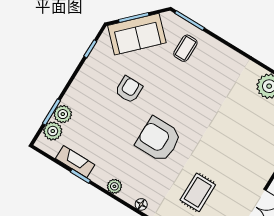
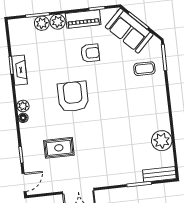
piano: (90, 70) -> (83, 19), added
plant: (53, 131) -> (58, 22), moved
fireplace: (75, 162) -> (19, 70), moved
plant: (114, 186) -> (23, 106), moved

